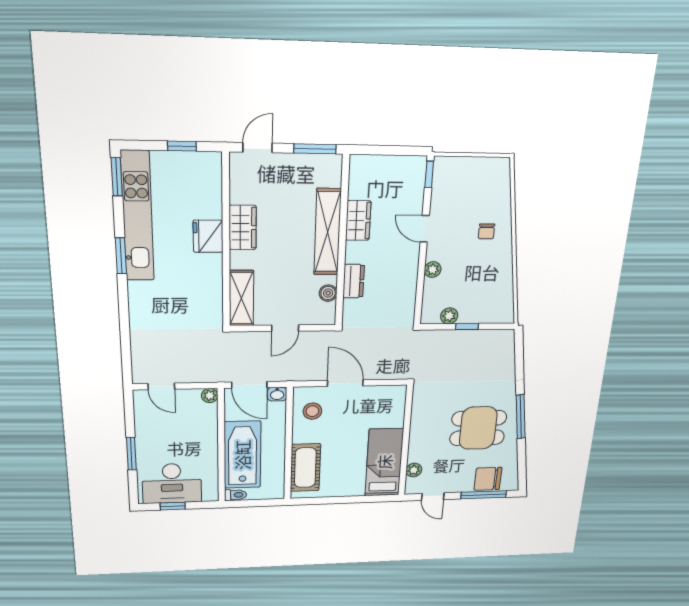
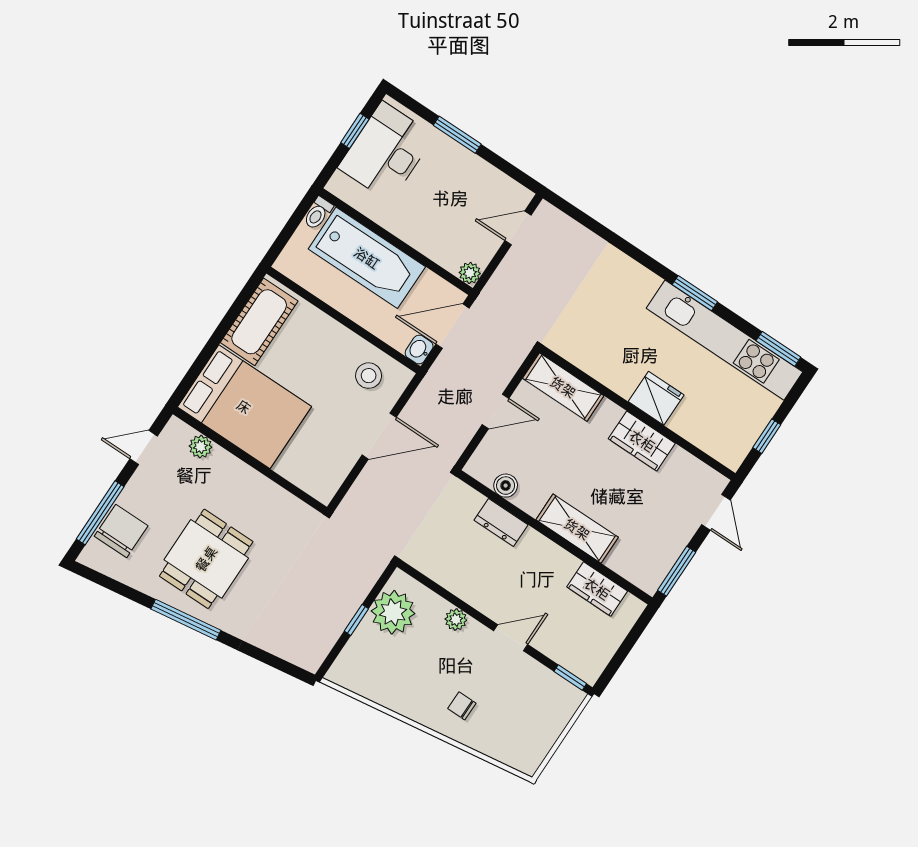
wardrobe: (358, 221) -> (597, 589), moved
shelving: (328, 232) -> (577, 529), width x0.68
plant: (449, 316) -> (393, 612), width x1.87, depth x1.87
door: (285, 328) -> (495, 411), swing flipped
bed: (384, 462) -> (244, 407), width x1.50
cot: (305, 468) -> (259, 322), moved, turned 90

